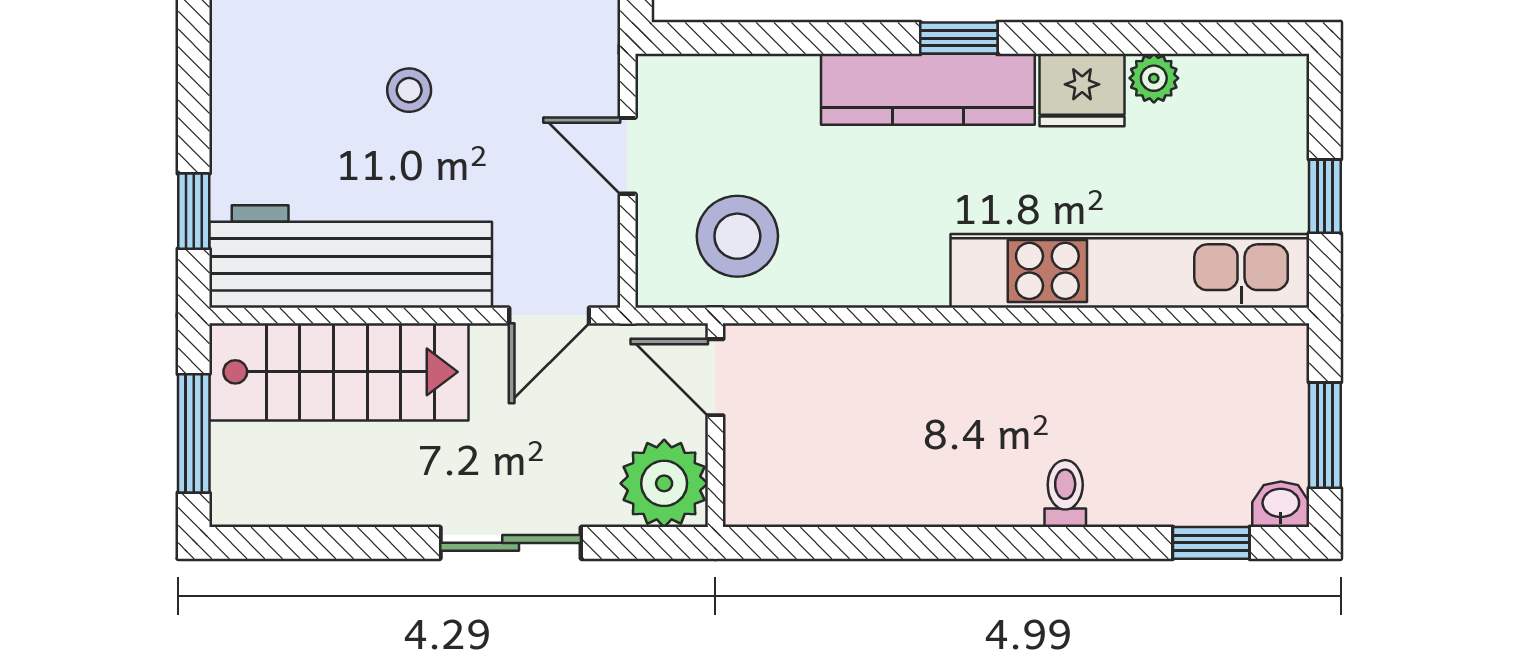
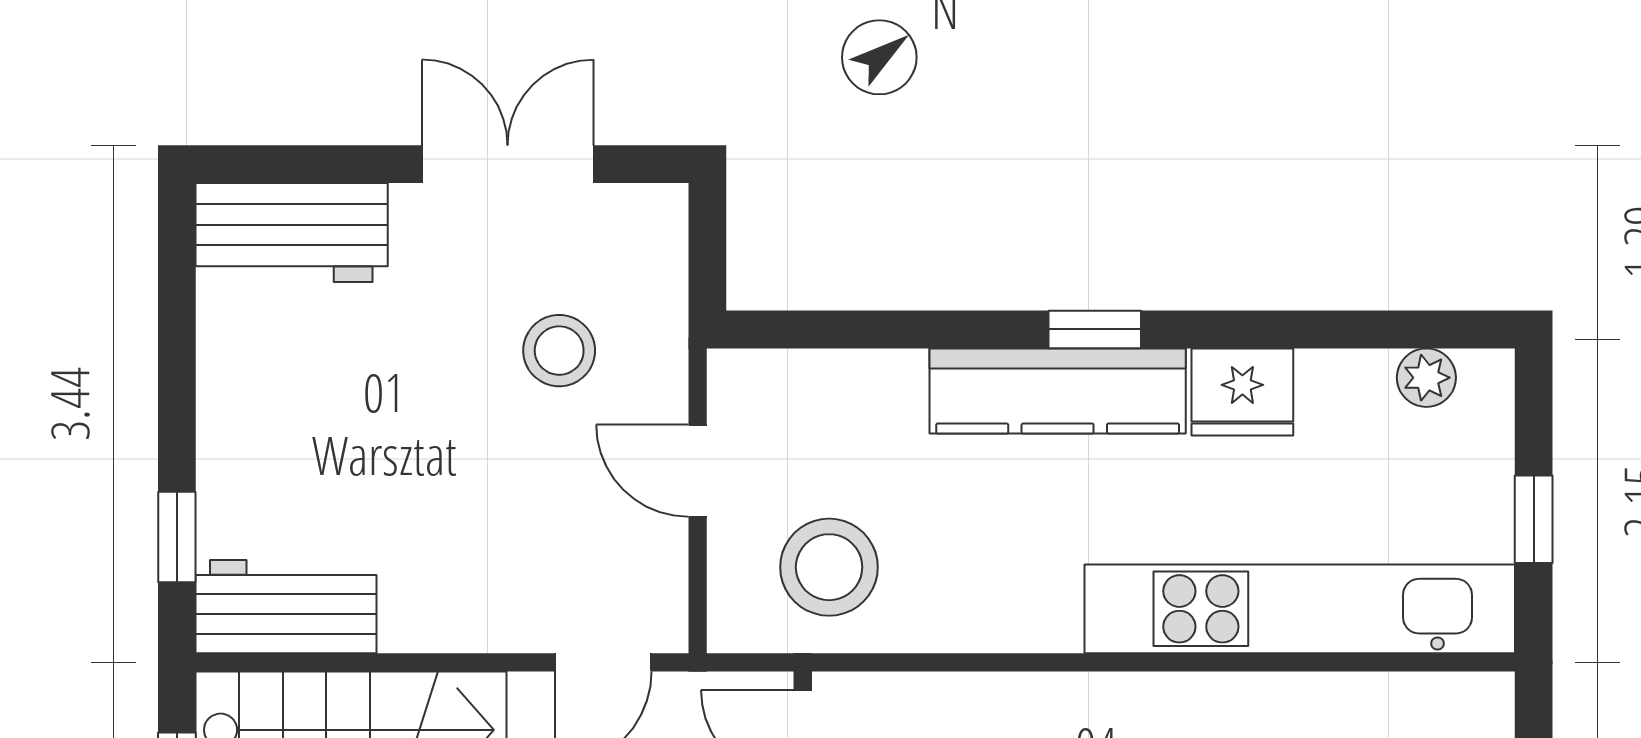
plant: (1154, 78) -> (1426, 378), moved
stool: (409, 90) -> (559, 351), moved, width x1.37, depth x1.37
workbench: (351, 257) -> (286, 607), width x0.53, depth x0.76

